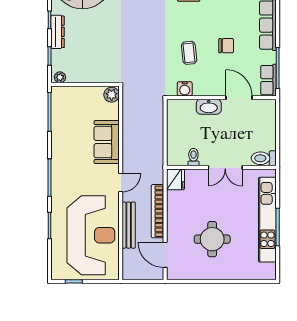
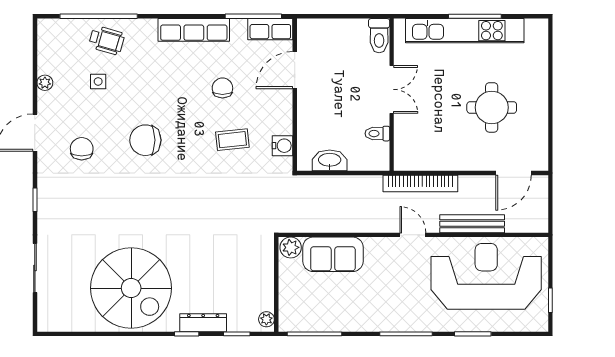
washbasin: (209, 107) -> (330, 160), moved, turned -90
sofa: (107, 142) -> (333, 254), moved
fridge: (176, 179) -> (409, 158), removed
bookcase: (158, 211) -> (420, 184), moved

